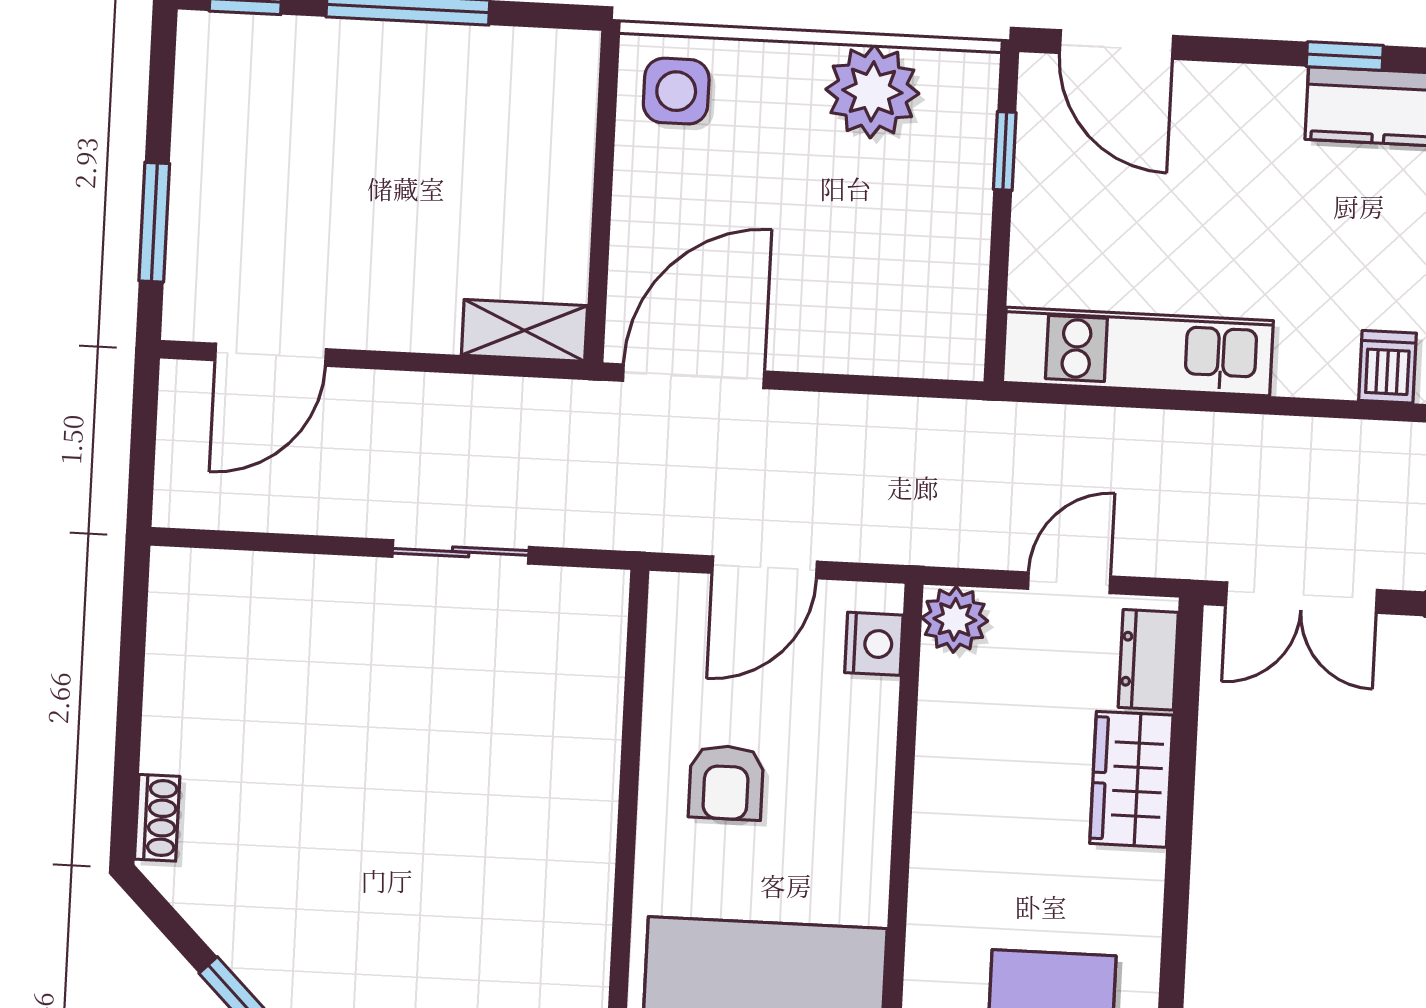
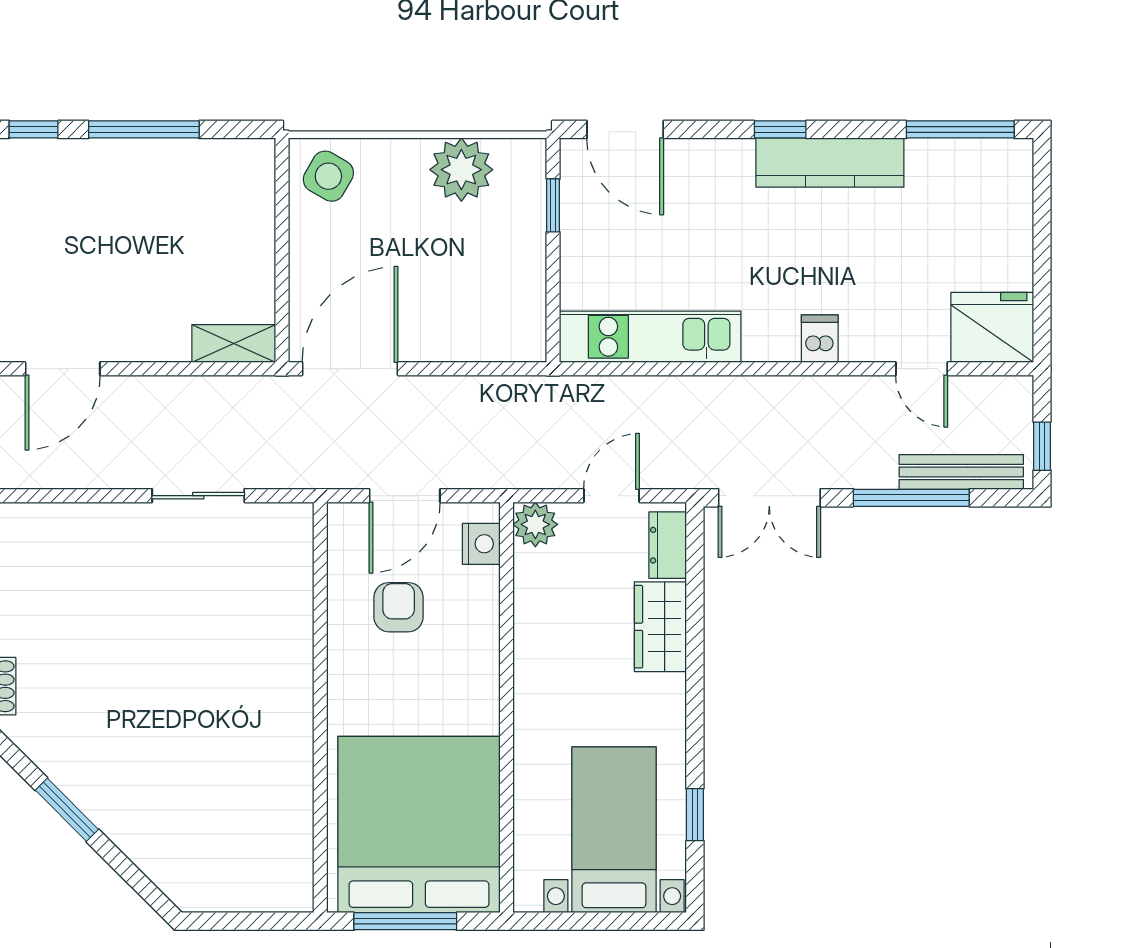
side table: (676, 91) -> (328, 176), turned 30
armchair: (726, 782) -> (399, 607), moved, turned 180

